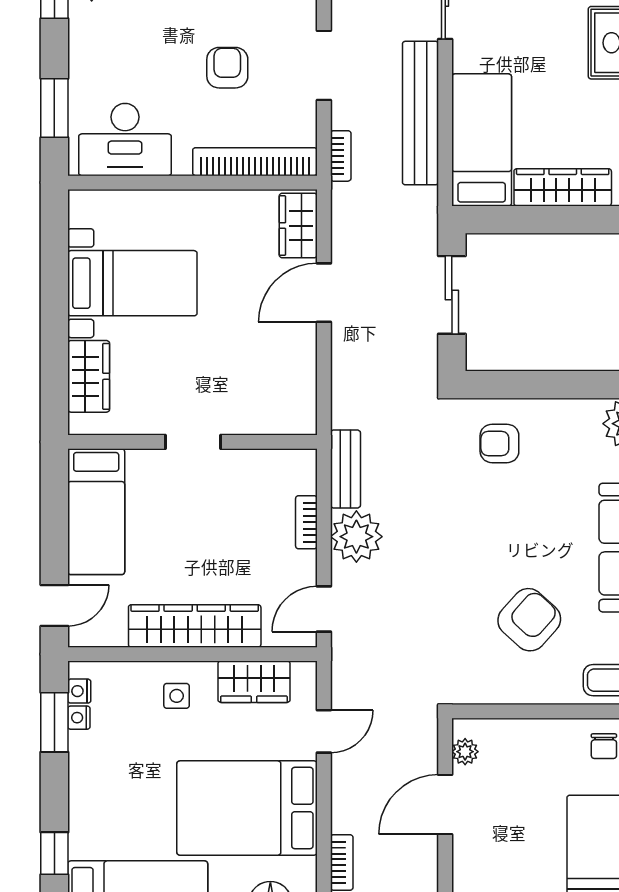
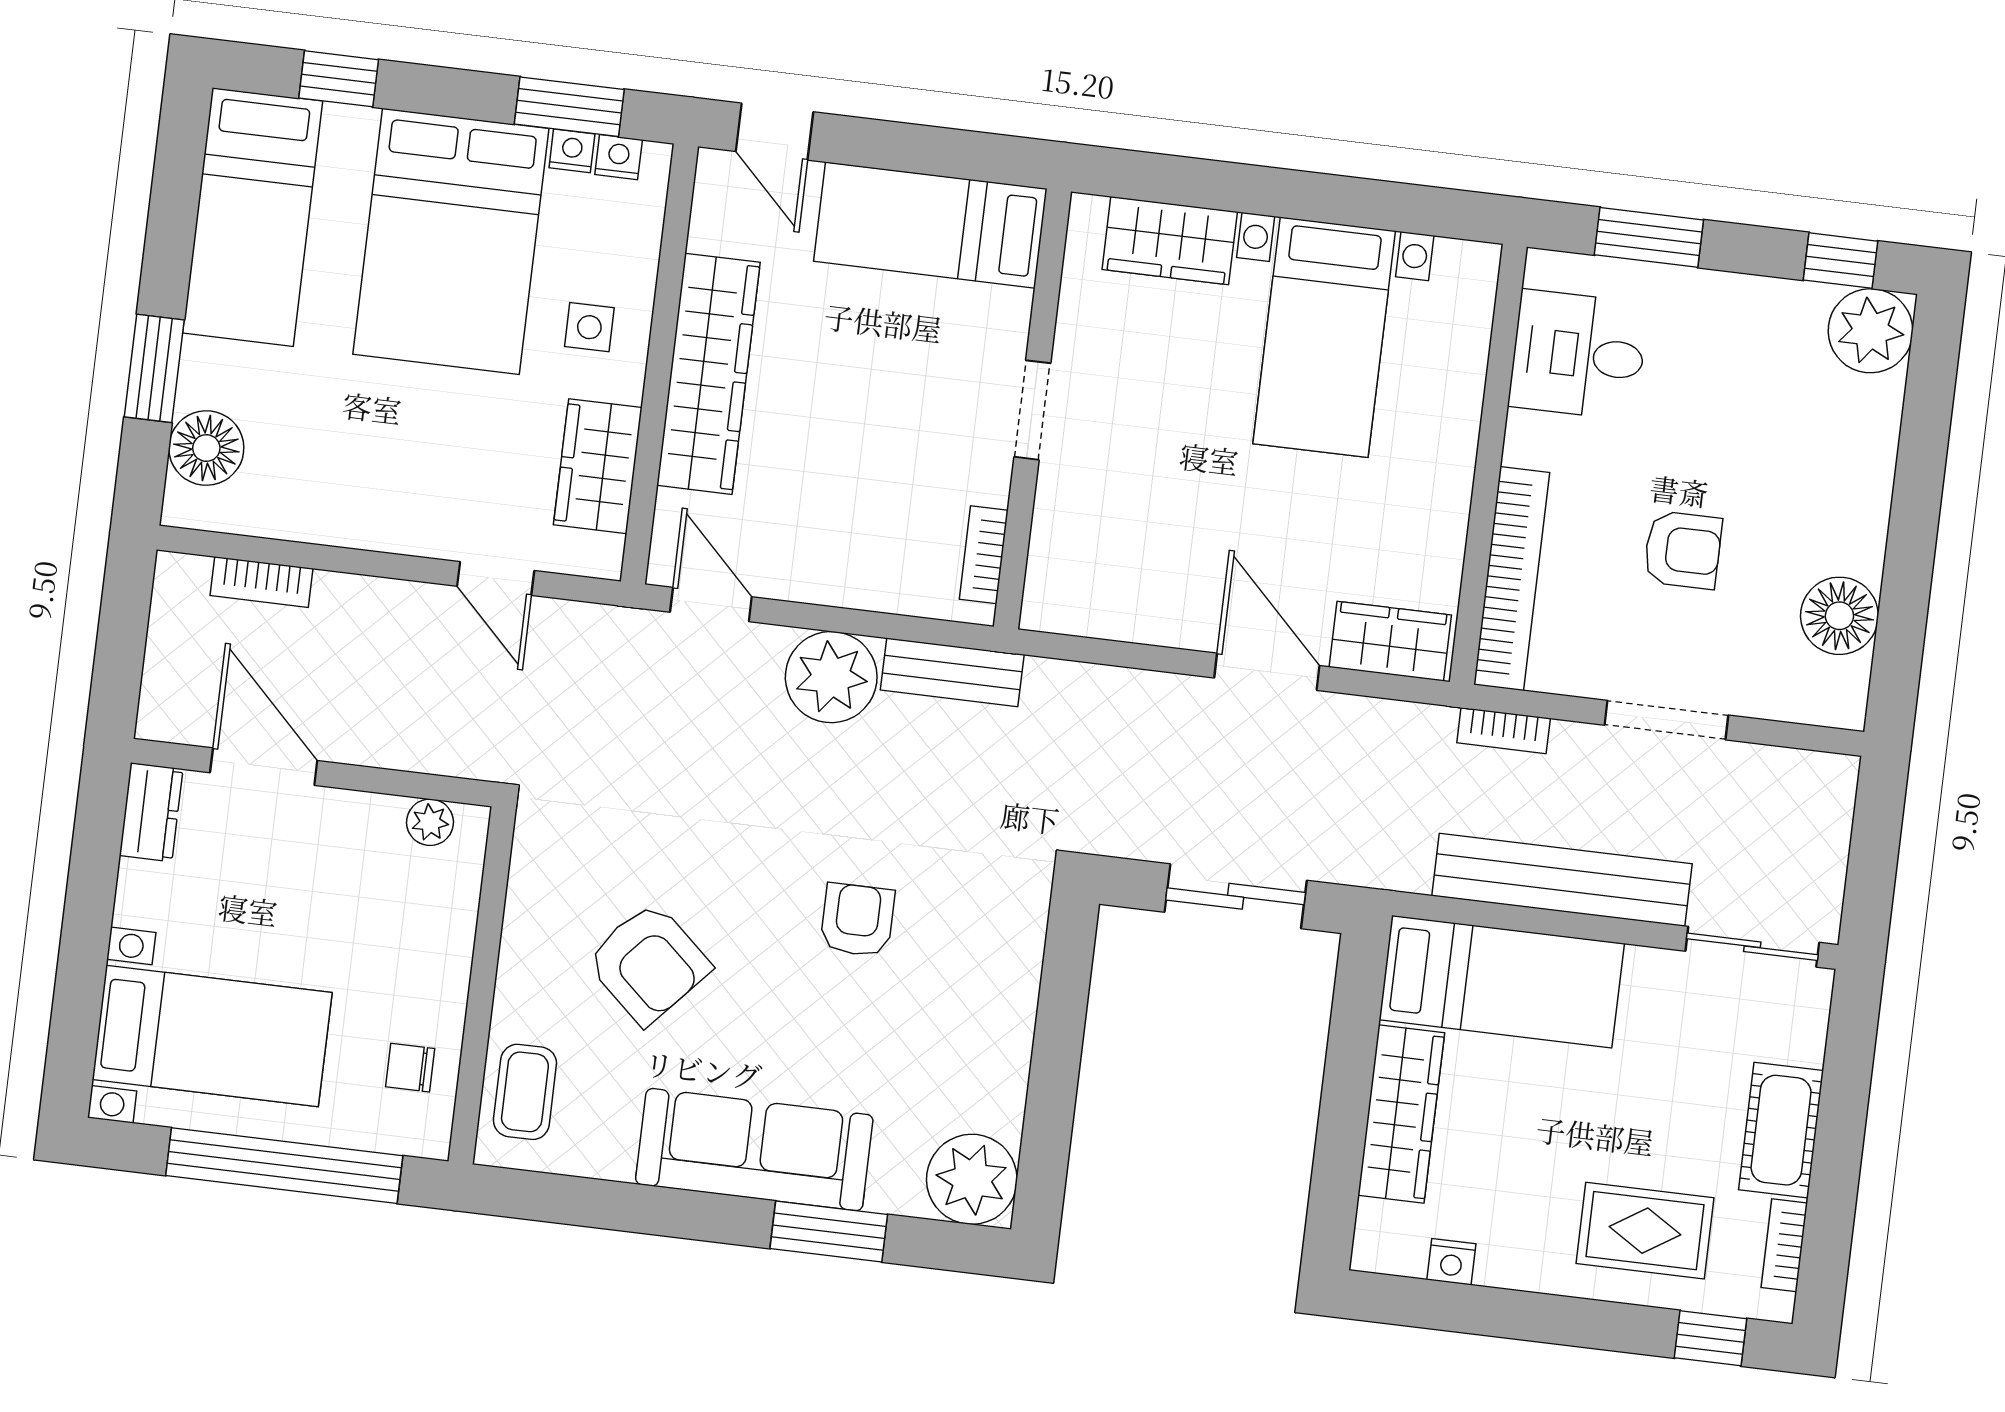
desk: (125, 140) -> (1578, 355), width x0.73
armchair: (499, 443) -> (857, 920), moved
bookcase: (306, 522) -> (984, 555), moved, turned -90
door: (445, 804) -> (264, 767), moved
bed: (247, 808) -> (451, 241), moved, turned 180

